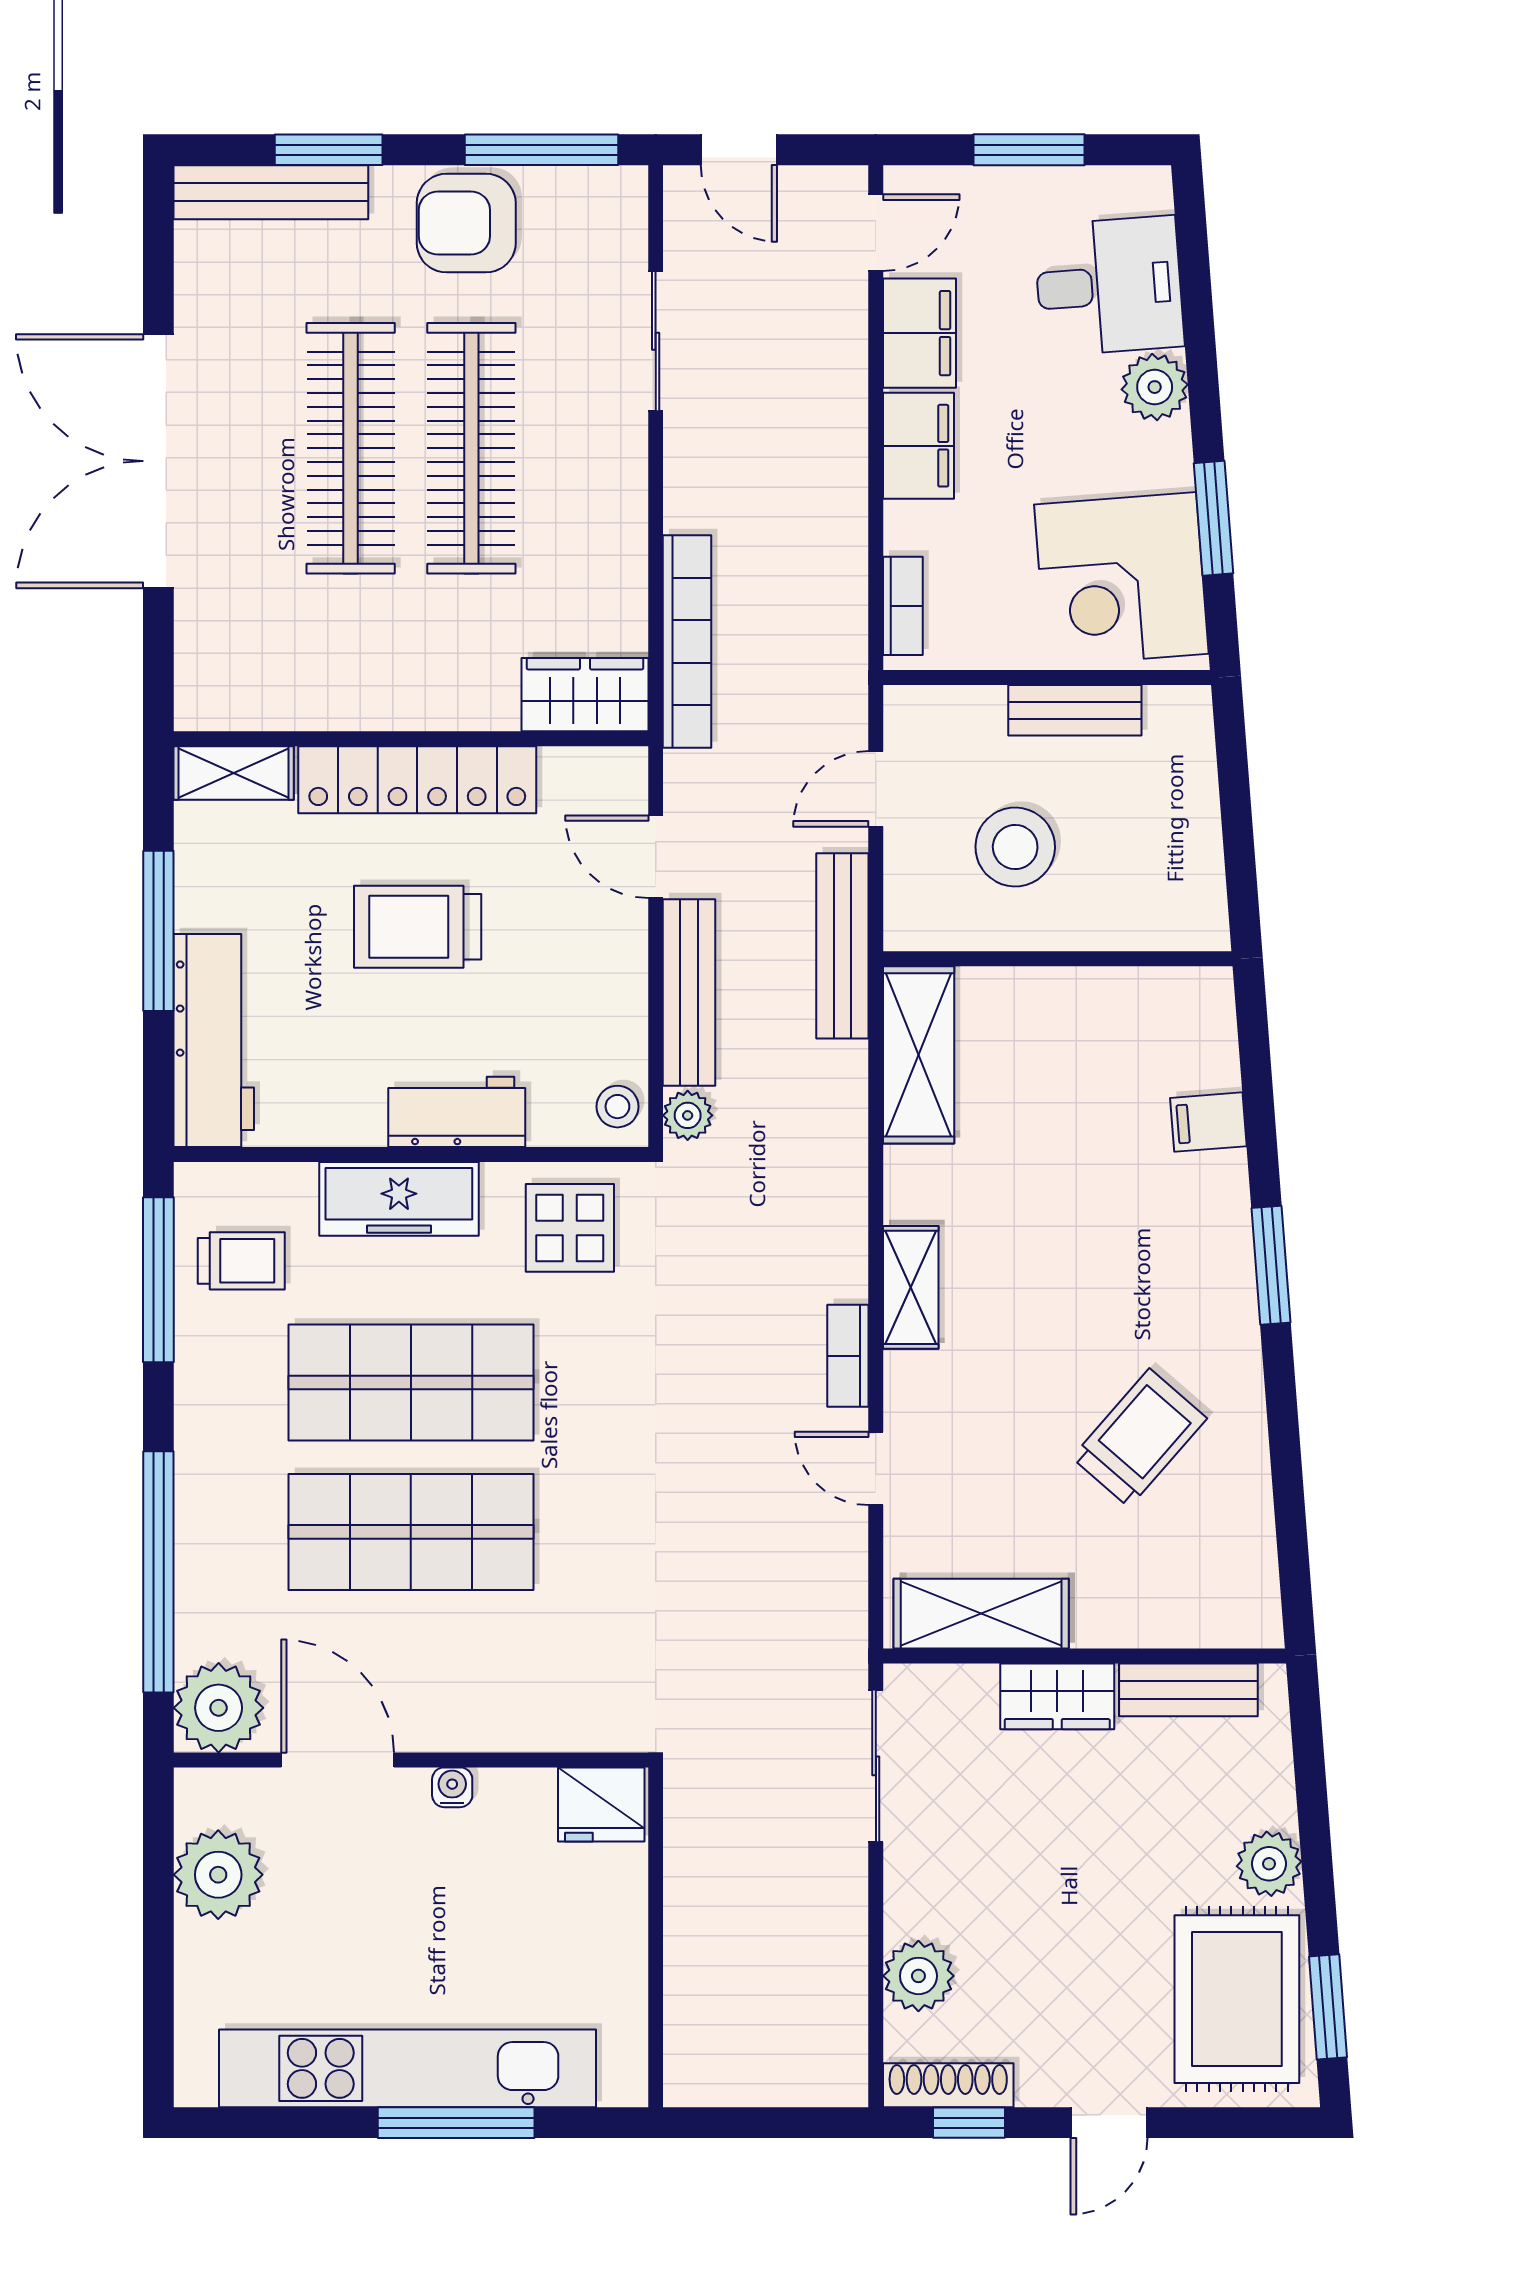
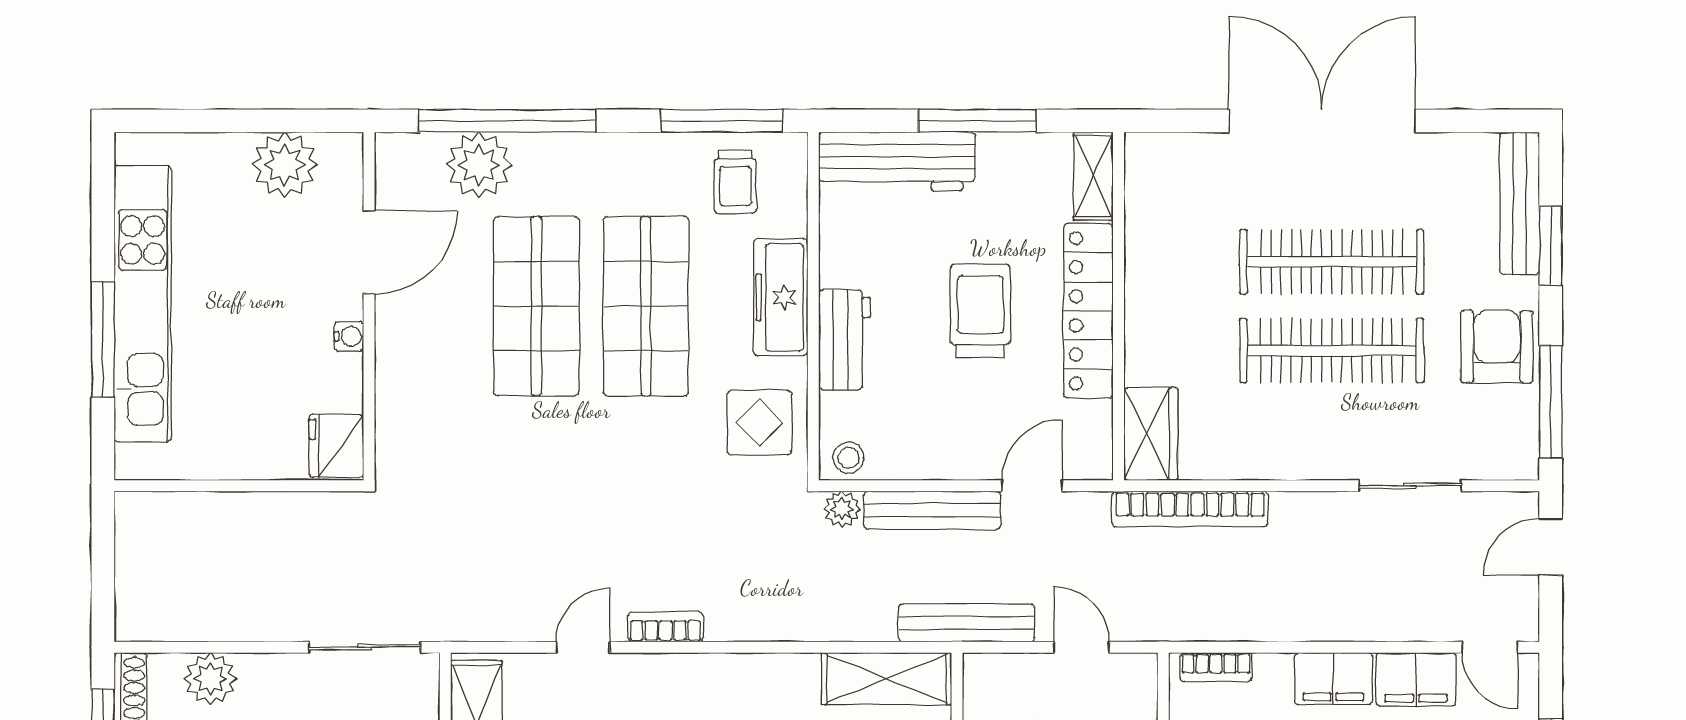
shelving: (911, 1287) -> (716, 673), removed
plant: (219, 1708) -> (479, 165), moved

